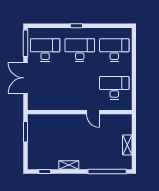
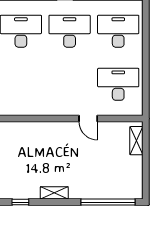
shelving: (127, 145) -> (136, 141), moved

